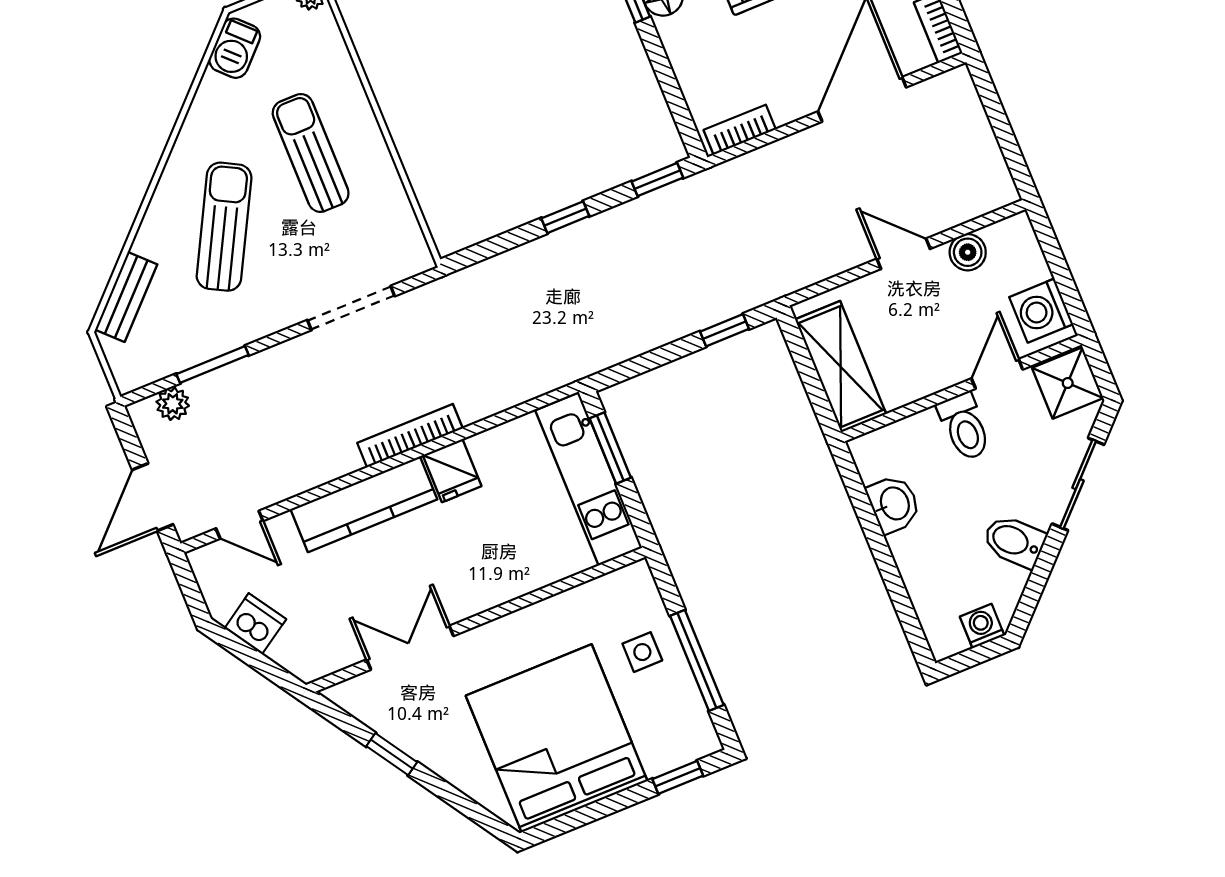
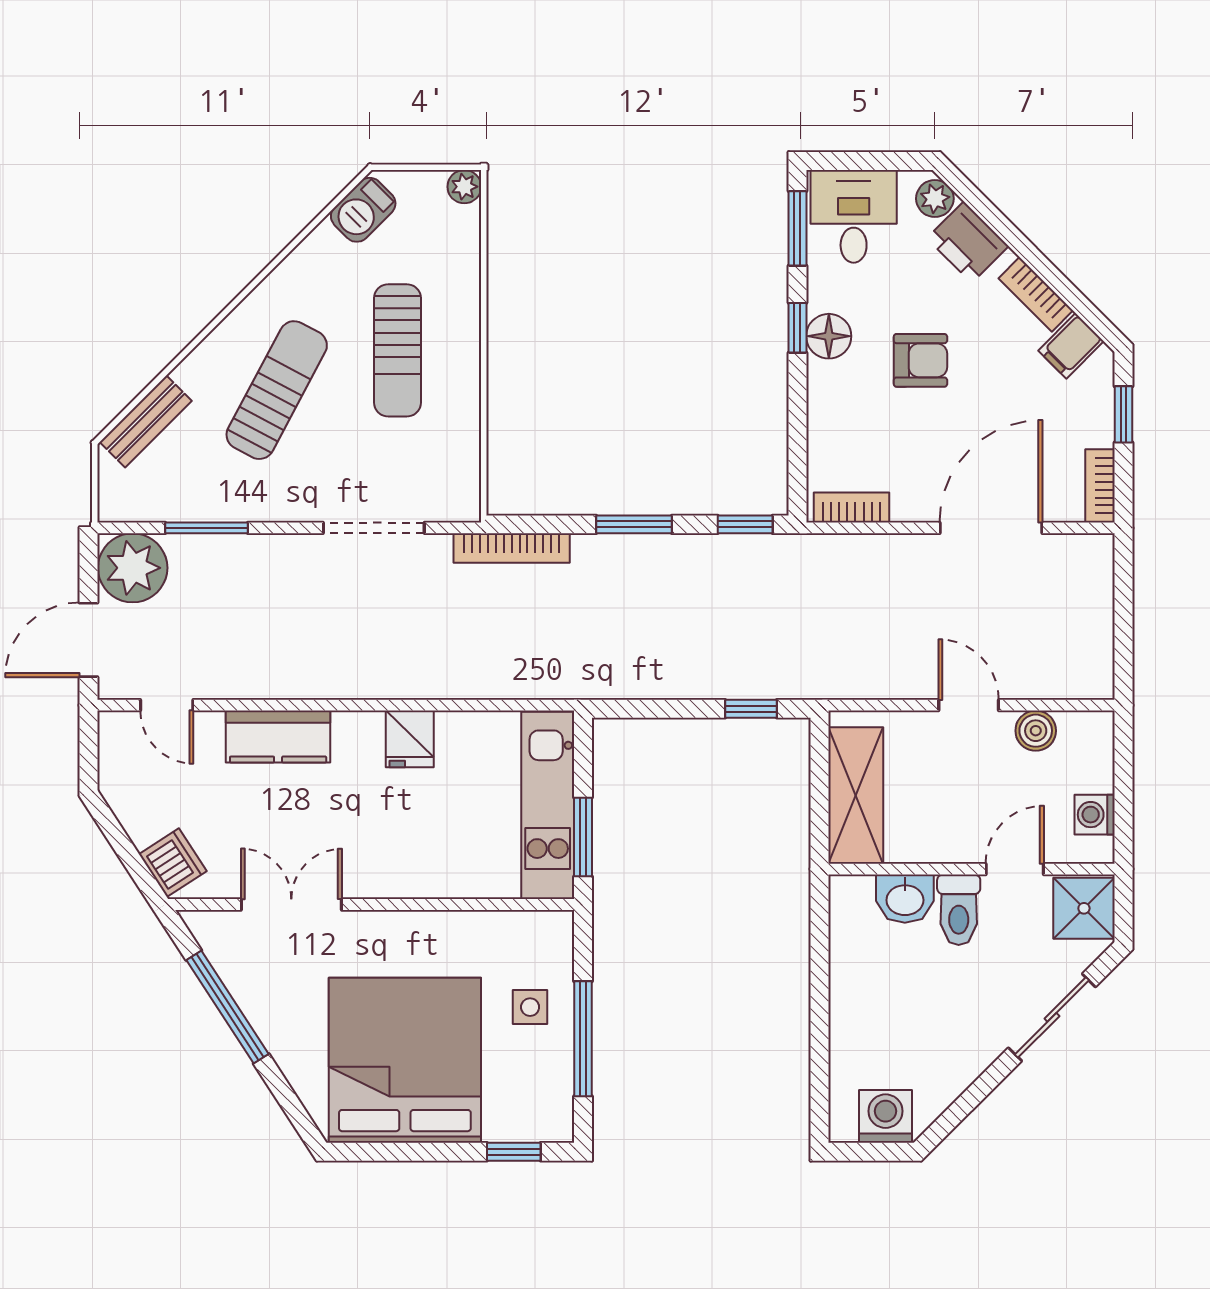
sun lounger: (311, 153) -> (397, 350), turned 180
window: (565, 217) -> (634, 524), width x1.50
washing machine: (1041, 311) -> (1095, 815), width x0.73, depth x0.73
plant: (173, 404) -> (133, 568), width x1.88, depth x1.88
bookcase: (410, 436) -> (512, 548), moved, turned 180
window: (610, 448) -> (583, 837), moved
kitchen counter: (364, 504) -> (278, 737), width x0.67
washbasin: (894, 504) -> (905, 899), moved, turned 90
bidet: (1014, 541) -> (962, 1050), removed
dishwasher: (255, 624) -> (173, 863), moved
washing machine: (982, 626) -> (885, 1116), width x1.38, depth x1.38
window: (392, 754) -> (227, 1007), width x2.17

